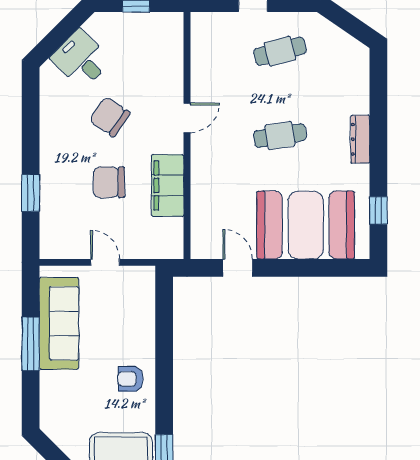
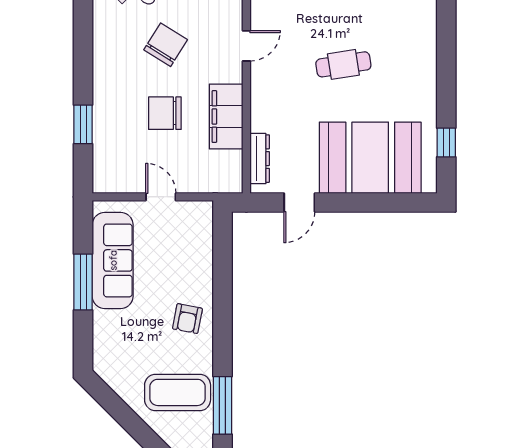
chair: (110, 117) -> (166, 45), turned 88
dresser: (360, 139) -> (260, 159), moved, turned 180
door: (238, 268) -> (299, 203), swing flipped
armchair: (131, 379) -> (187, 319), turned -79

